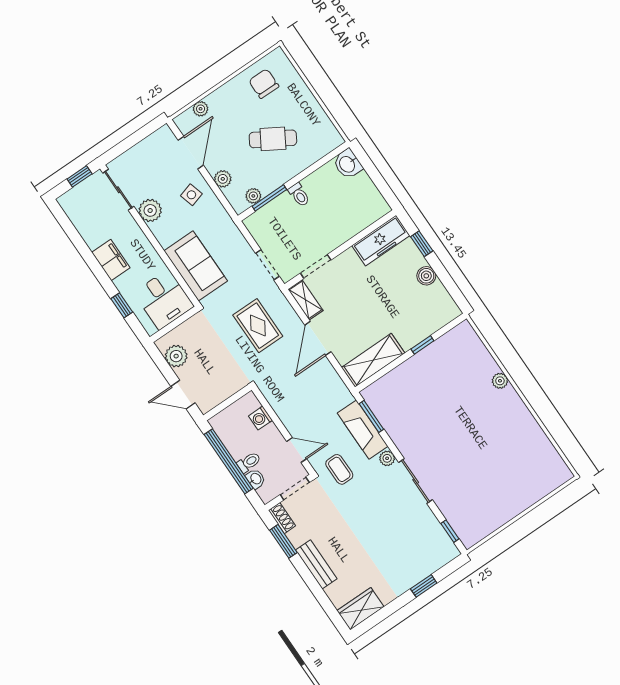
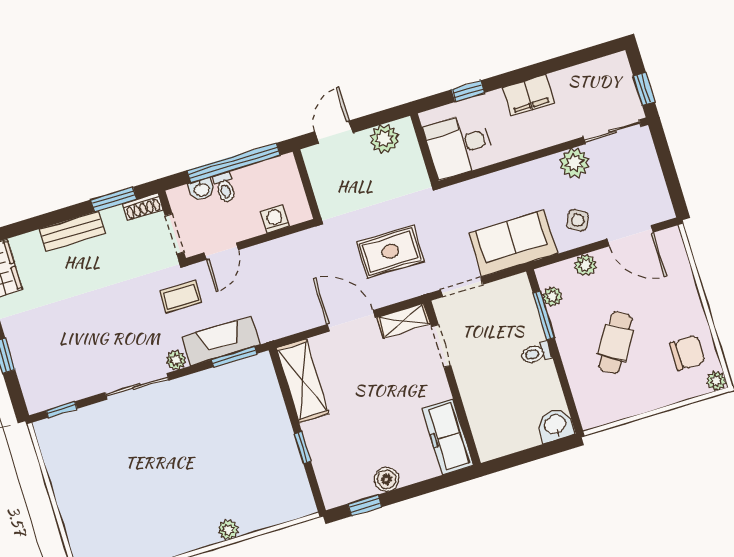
plant: (201, 109) -> (716, 381), moved
side table: (191, 195) -> (578, 220), turned 45
window: (422, 244) -> (365, 505), moved
sofa: (196, 266) -> (513, 243), moved, turned 180

